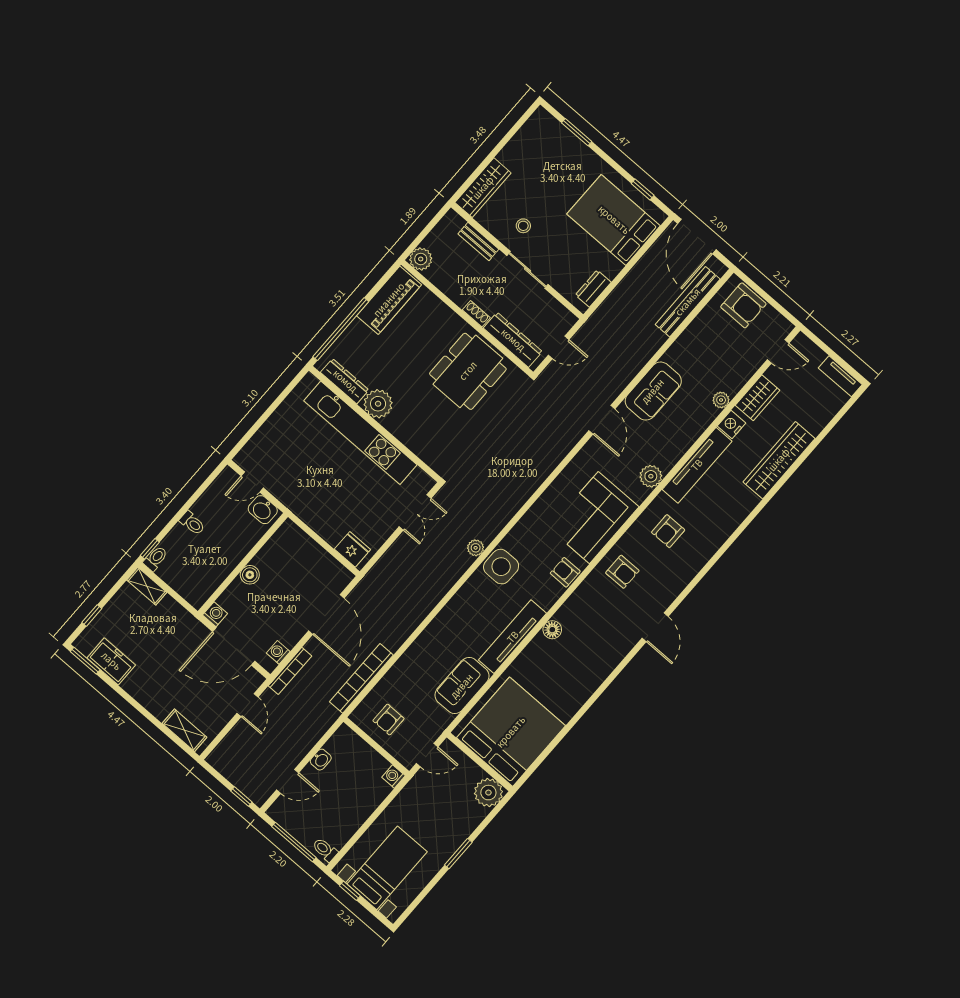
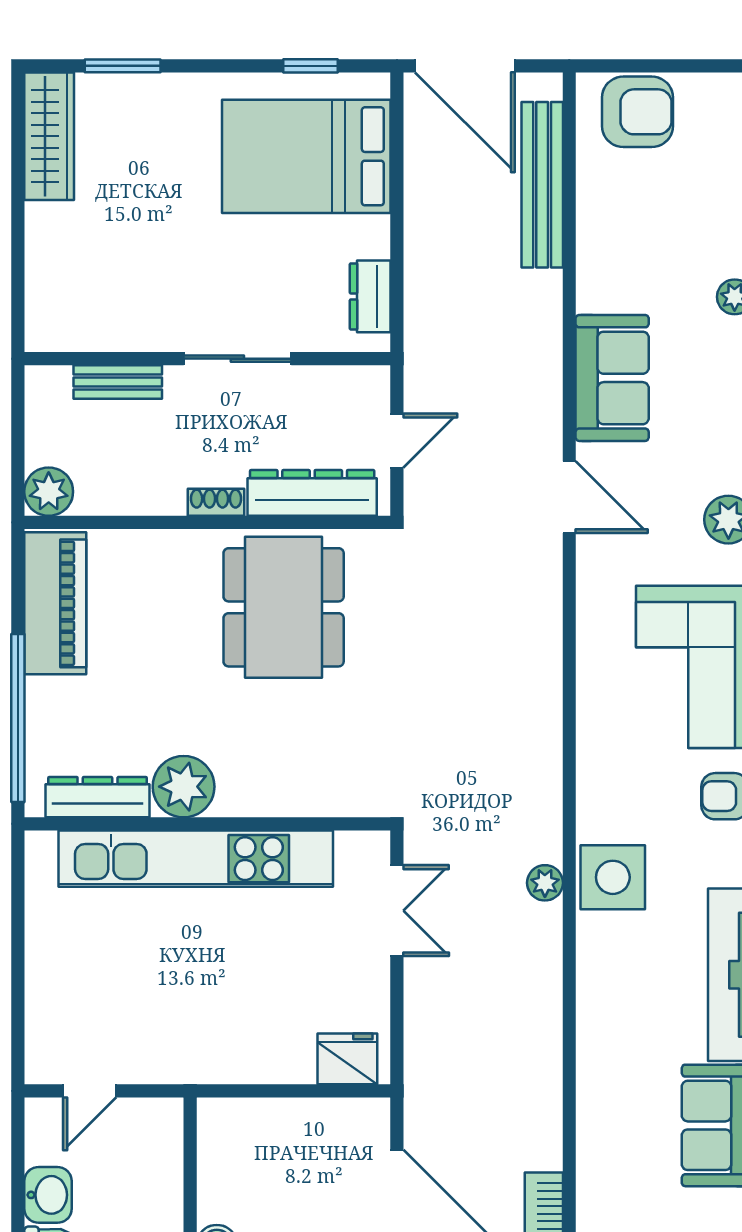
wardrobe: (483, 188) -> (49, 136), moved
stool: (523, 226) -> (168, 293), removed
washbasin: (263, 510) -> (48, 1195), moved, turned -90

